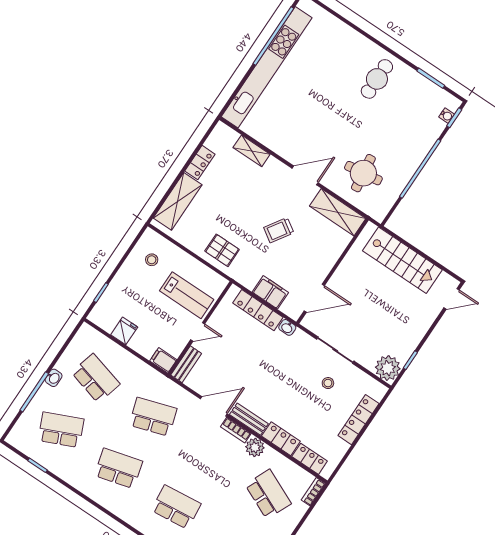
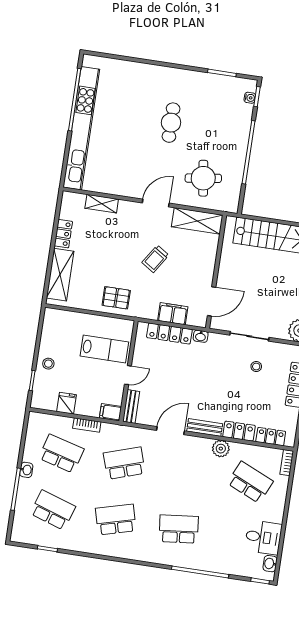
cafe table: (377, 79) -> (171, 123), moved
stool: (152, 260) -> (48, 364), moved
school desk: (61, 430) -> (53, 510), turned 42
bookcase: (236, 430) -> (87, 425), moved

